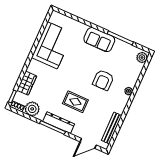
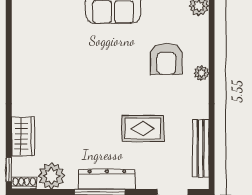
corner sofa: (52, 45) -> (38, 53), removed
armchair: (103, 80) -> (166, 59), moved
rug: (75, 102) -> (143, 129), moved

